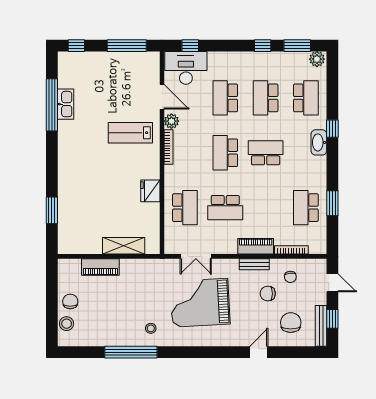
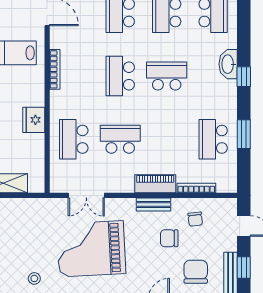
plant: (171, 121) -> (58, 40), removed
window: (332, 129) -> (244, 77), moved
school desk: (185, 208) -> (74, 139), turned 180
school desk: (225, 208) -> (120, 139), turned 180

